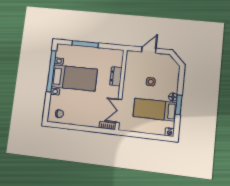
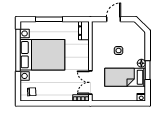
dresser: (116, 76) -> (84, 31), moved
bed with nightstands: (74, 78) -> (42, 55), width x1.36

